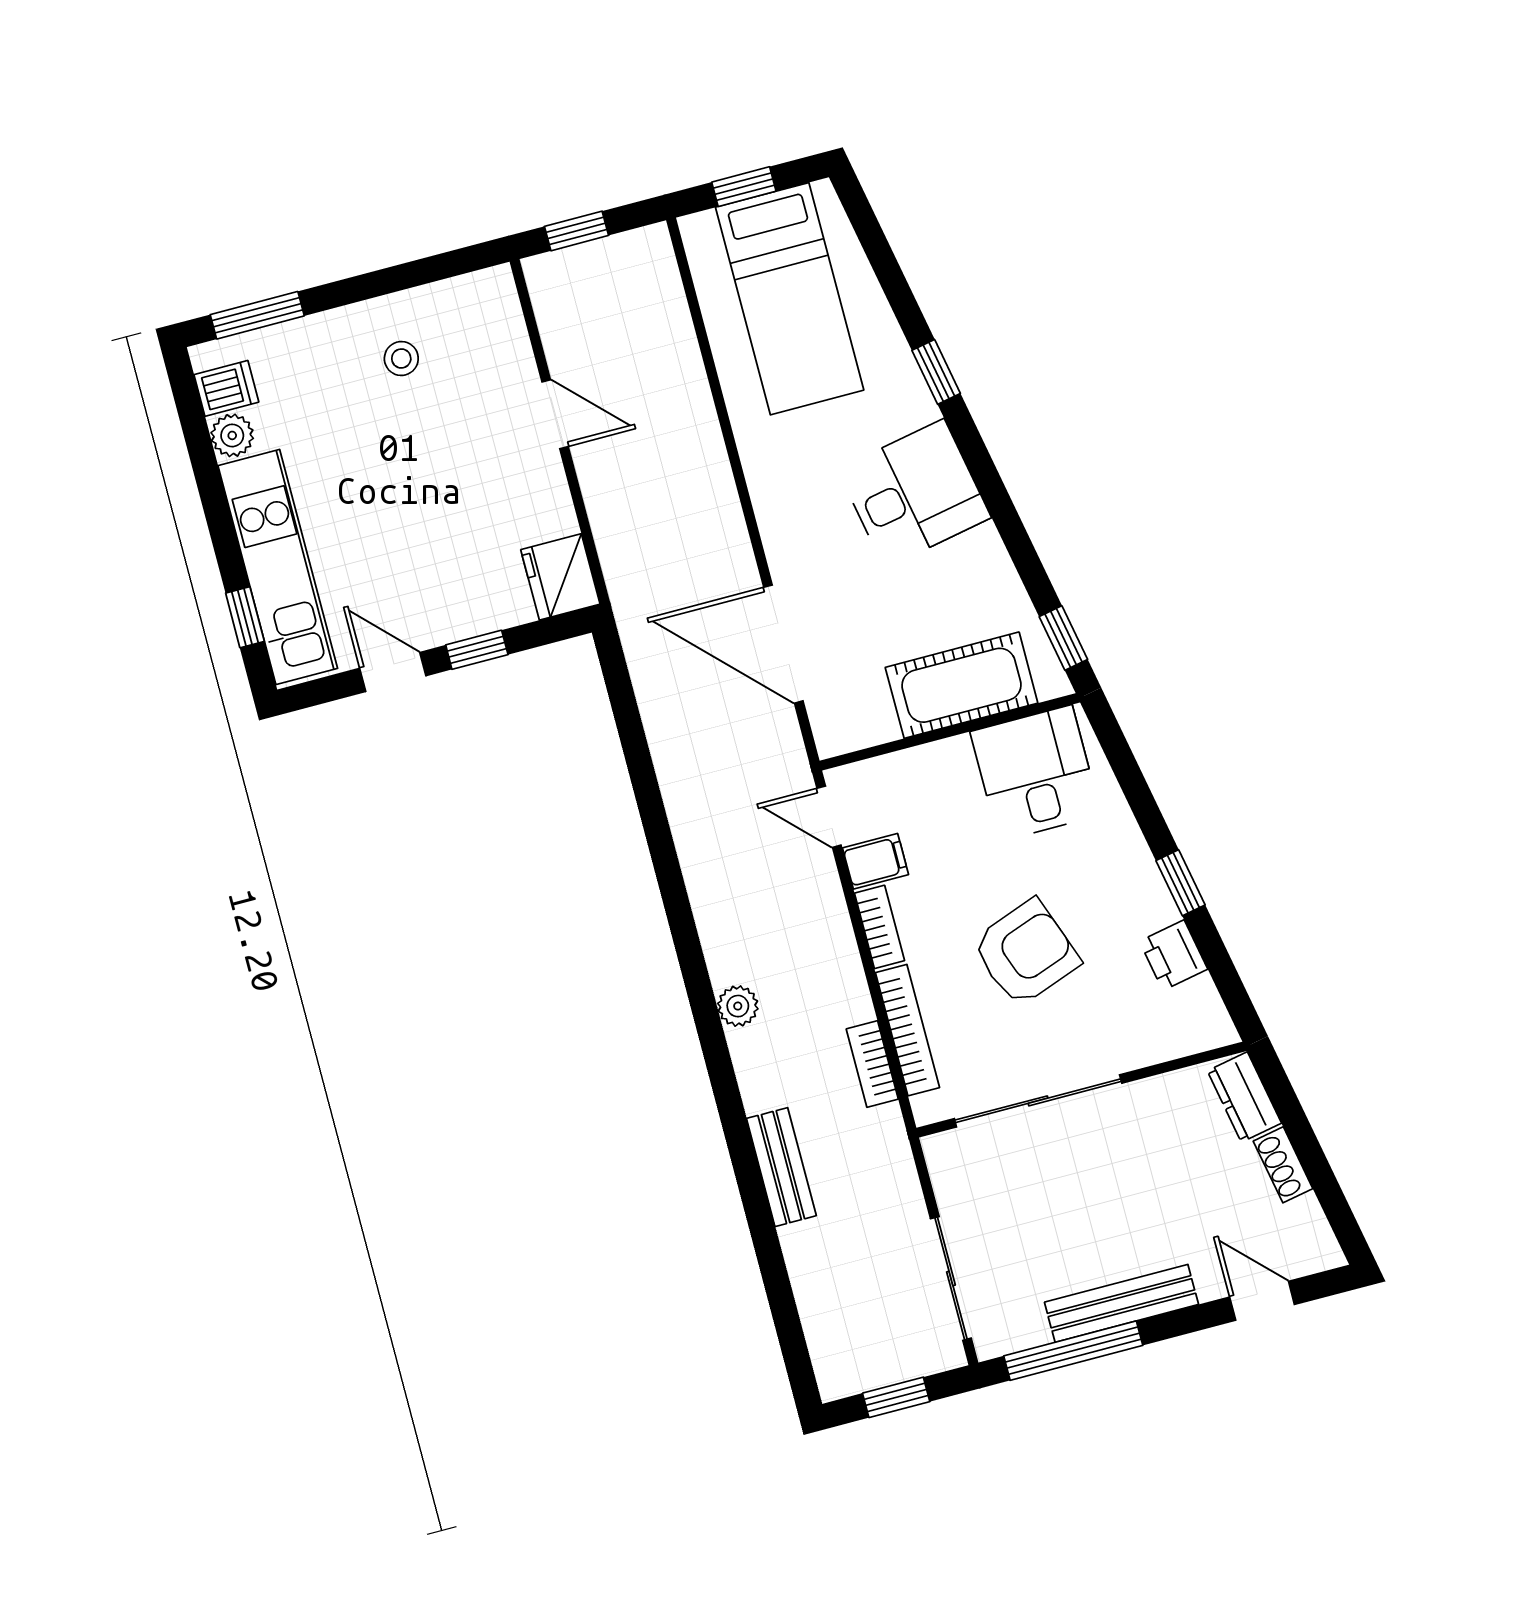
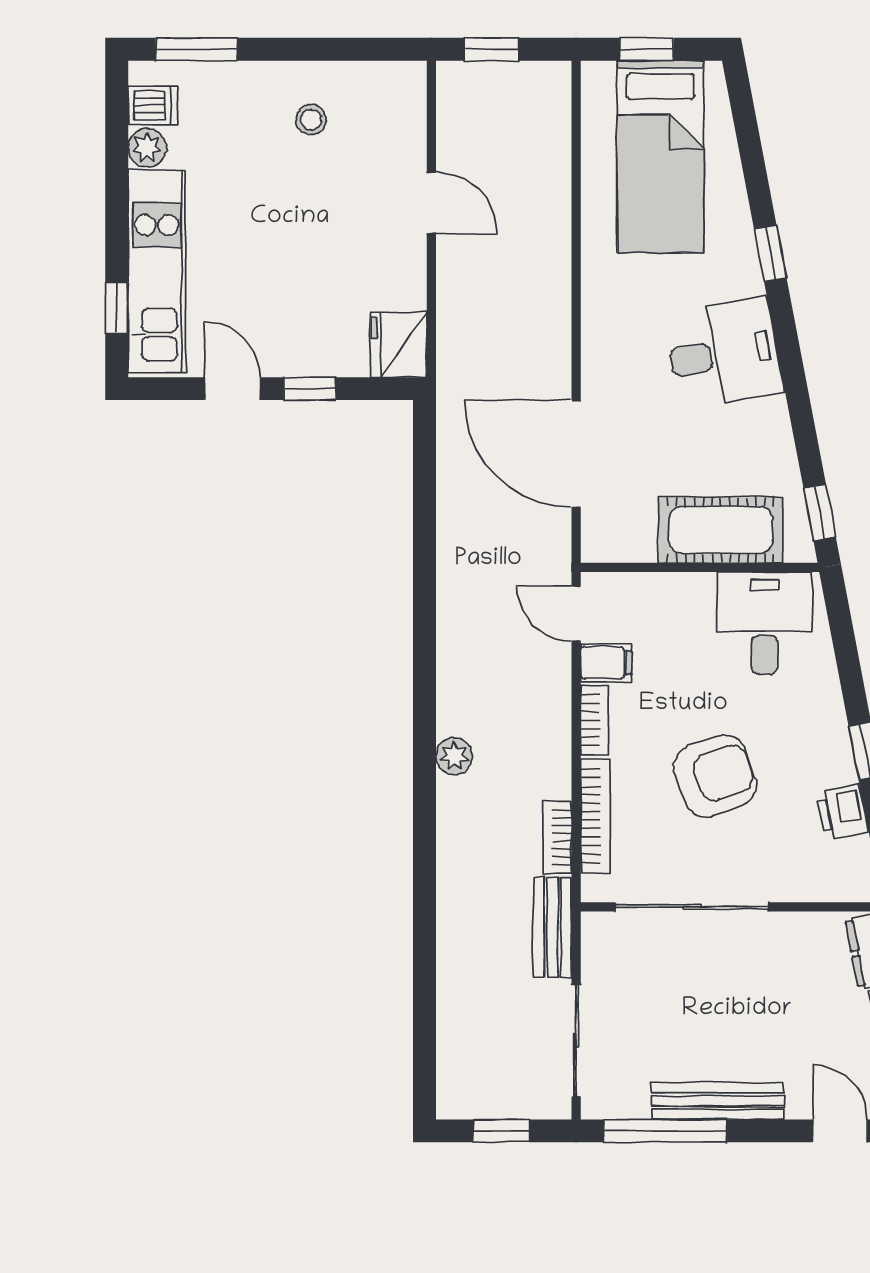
bench: (781, 1167) -> (552, 927), moved

